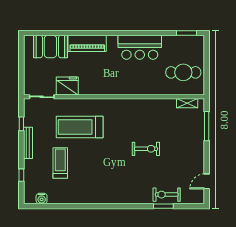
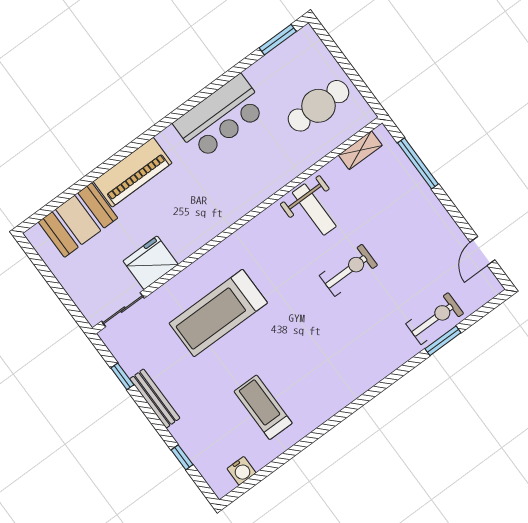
weight bench: (150, 114) -> (314, 210), added
treadmill: (60, 163) -> (263, 407), moved
exercise bike: (167, 195) -> (435, 319), turned 180

